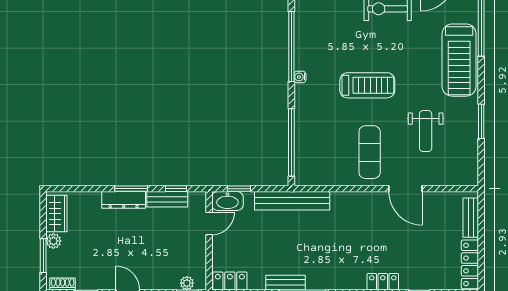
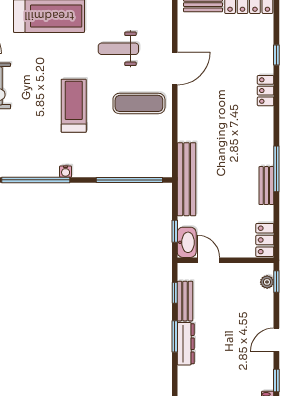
weight bench: (426, 131) -> (118, 49), turned 180

